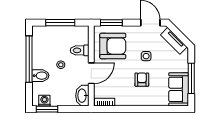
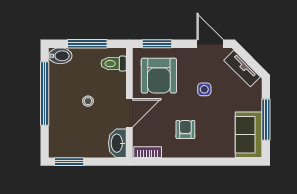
armchair: (113, 46) -> (159, 76), turned 90
toilet: (80, 50) -> (114, 64), moved
bidet: (40, 76) -> (60, 56), moved
armchair: (142, 80) -> (185, 129), moved
washing machine: (44, 101) -> (66, 150), removed

